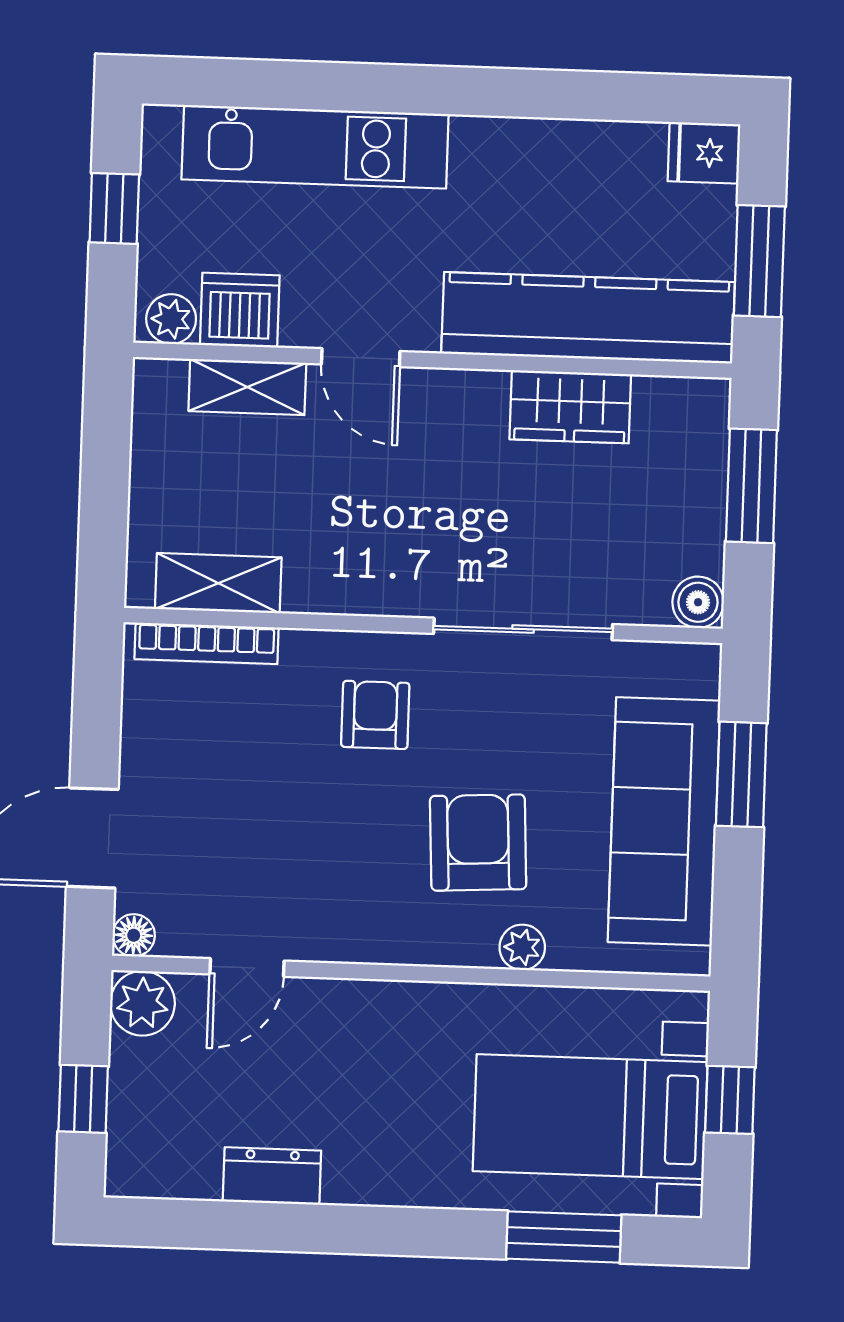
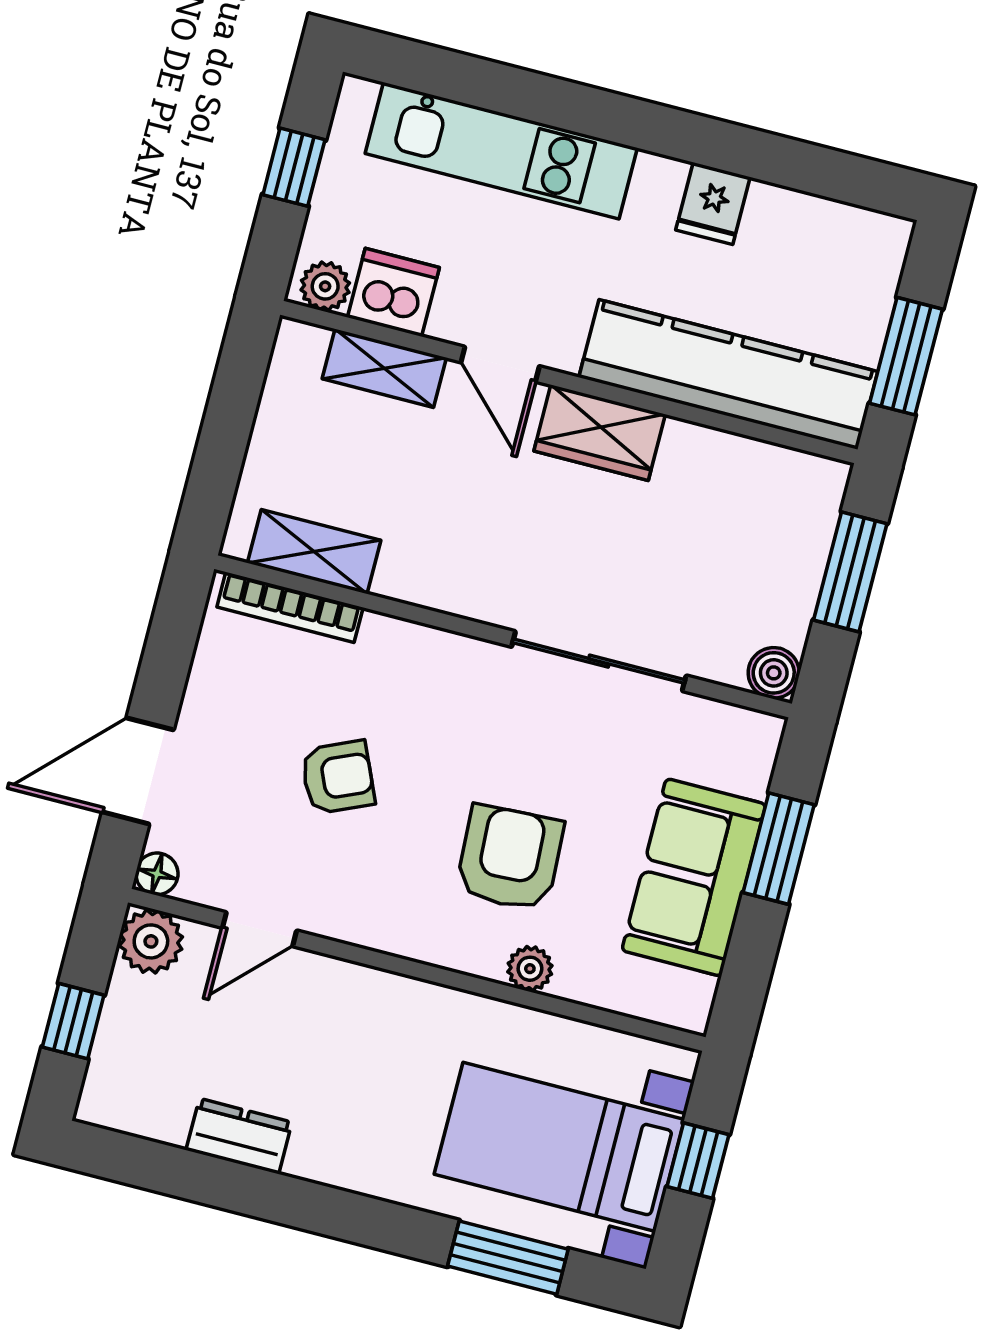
fridge: (704, 153) -> (713, 203), moved, turned -90
wardrobe: (570, 407) -> (600, 433), moved
armchair: (375, 715) -> (338, 777), moved, turned 66
sofa: (664, 821) -> (694, 877), width x0.73

